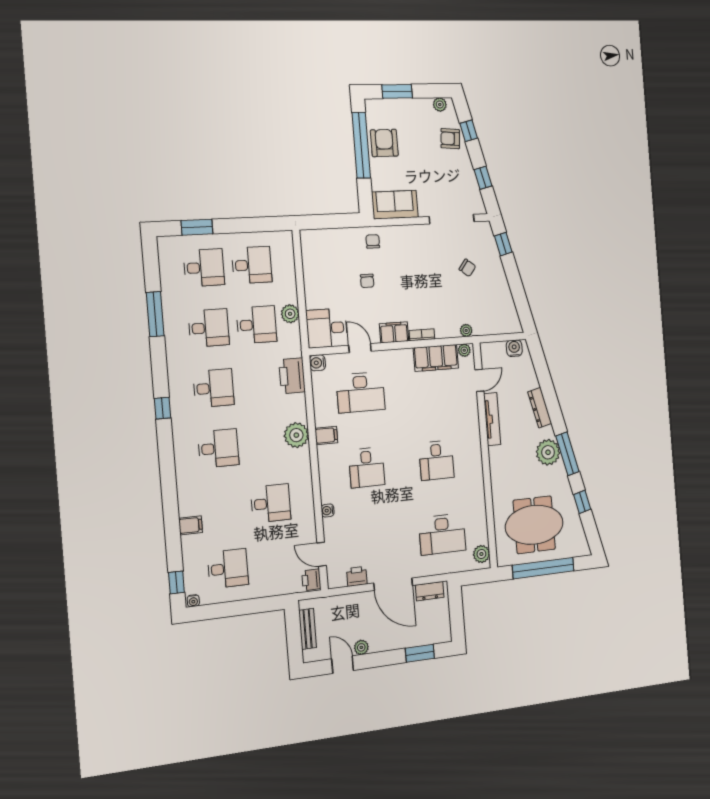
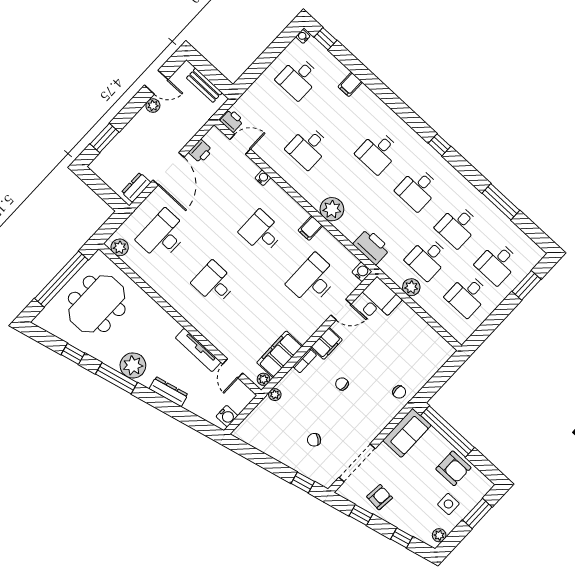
side table: (412, 120) -> (448, 504), added
armchair: (450, 139) -> (380, 497), moved
window: (361, 145) -> (447, 432), moved
chair: (367, 281) -> (342, 384), moved
door: (393, 584) -> (168, 169), swing flipped

